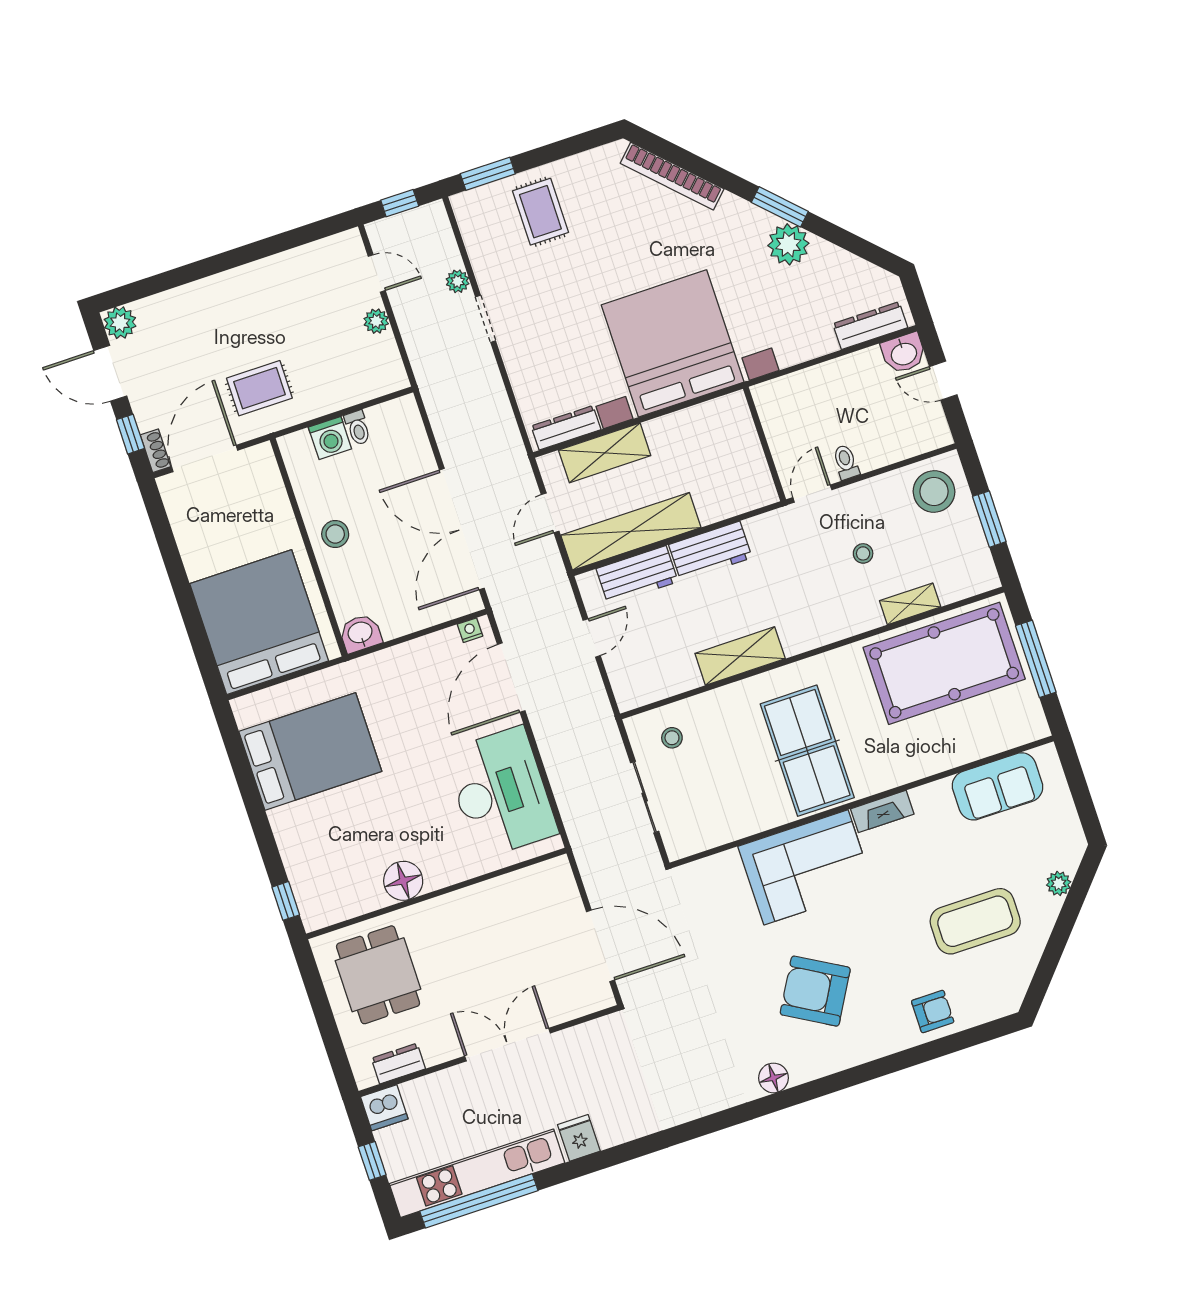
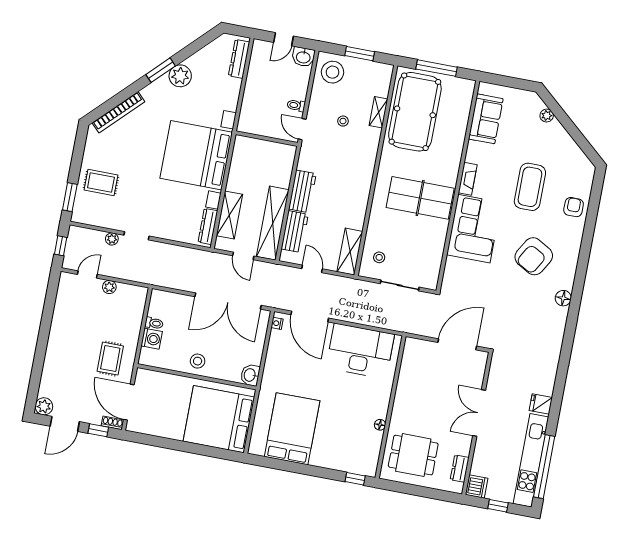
washbasin: (904, 353) -> (303, 57), moved, turned 90
shelving: (740, 656) -> (350, 252), moved
floor lamp: (403, 881) -> (380, 425), width x0.53, depth x0.53
coffee table: (975, 921) -> (530, 187), moved

